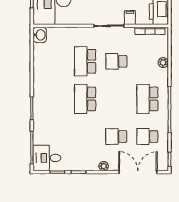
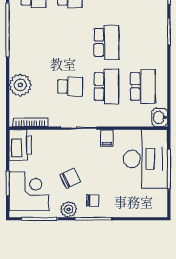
filing cabinet: (130, 17) -> (107, 138), moved
plant: (163, 63) -> (20, 85), width x1.88, depth x1.88
school desk: (147, 99) -> (143, 86), moved

